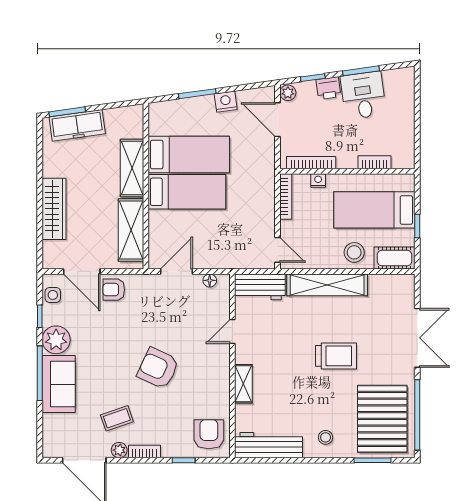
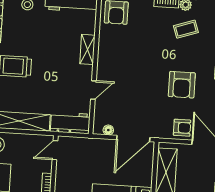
door: (278, 250) -> (55, 150), hinge flipped
door: (177, 271) -> (133, 139), width x1.36
armchair: (158, 368) -> (182, 85), moved, turned 65

